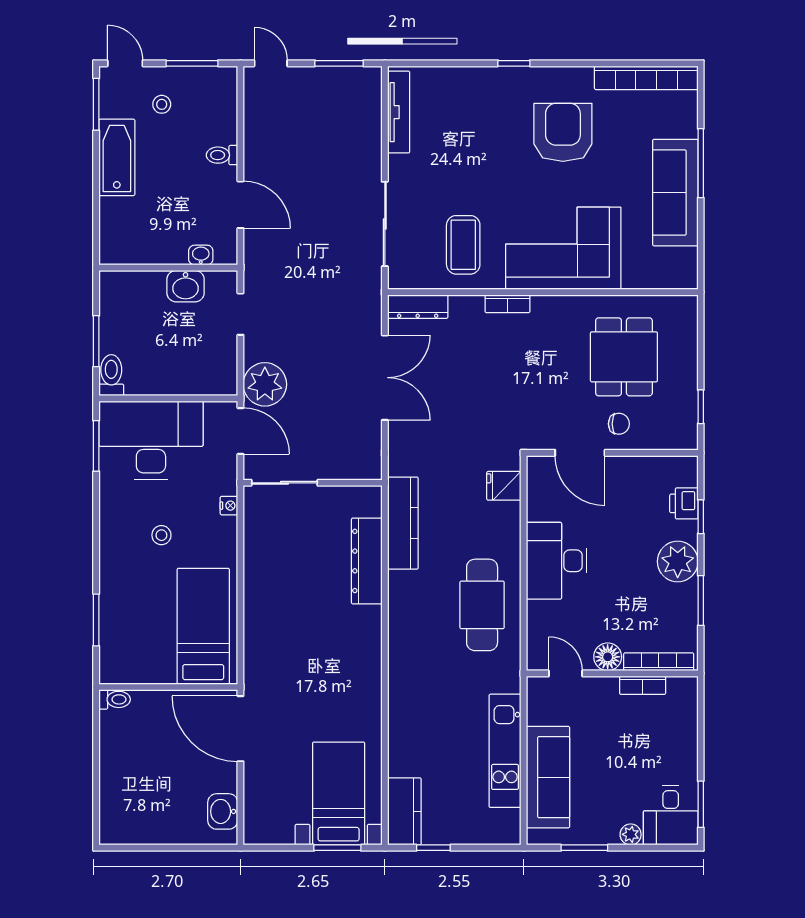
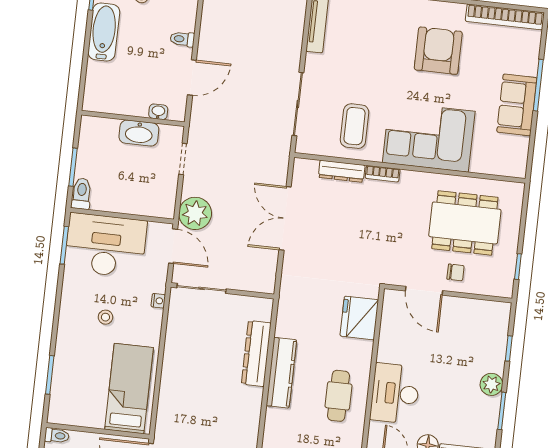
sofa: (675, 193) -> (517, 105), width x0.73
door: (240, 205) -> (192, 78), hinge flipped
washbasin: (186, 286) -> (139, 133), width x1.38
dresser: (418, 307) -> (342, 171), moved
dining table: (624, 357) -> (465, 223), width x1.38
double door: (385, 378) -> (285, 218), swing flipped
fridge: (504, 486) -> (359, 318), width x1.88, depth x1.34
printer: (684, 503) -> (497, 337), removed
kitchen counter: (403, 523) -> (281, 373), moved
desk: (557, 561) -> (395, 393), moved
plant: (678, 562) -> (491, 384), width x0.73, depth x0.73
cafe table: (482, 605) -> (338, 396), width x0.73, depth x0.74

